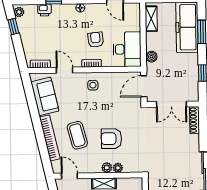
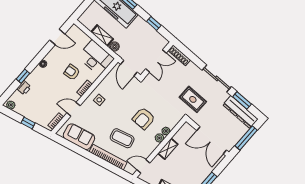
shelving: (151, 19) -> (102, 35), moved
window: (13, 27) -> (28, 123), moved
rug: (167, 167) -> (193, 99), added

